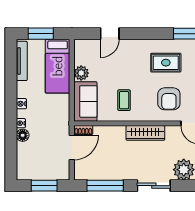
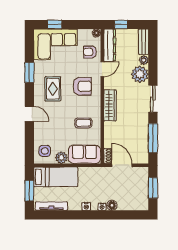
door: (110, 34) -> (29, 114), moved
side table: (89, 53) -> (45, 151), added

